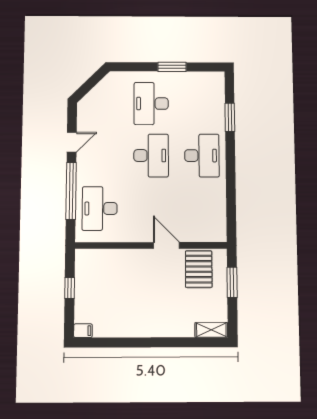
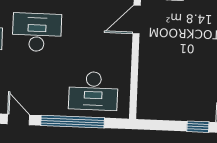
window: (70, 288) -> (198, 127), moved

